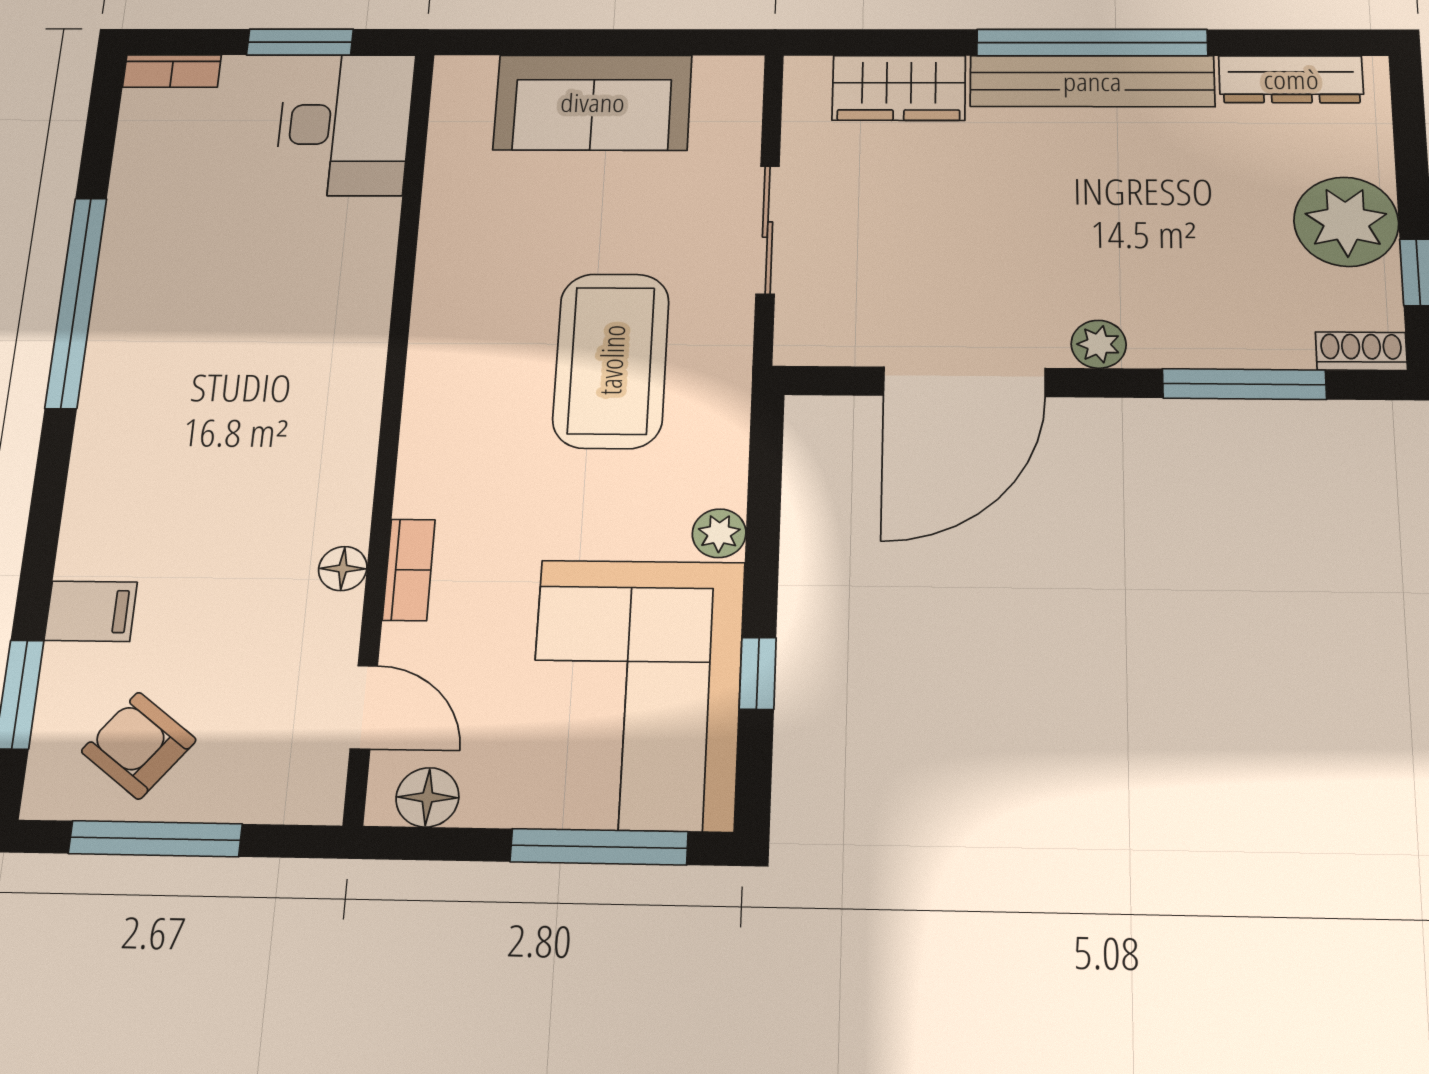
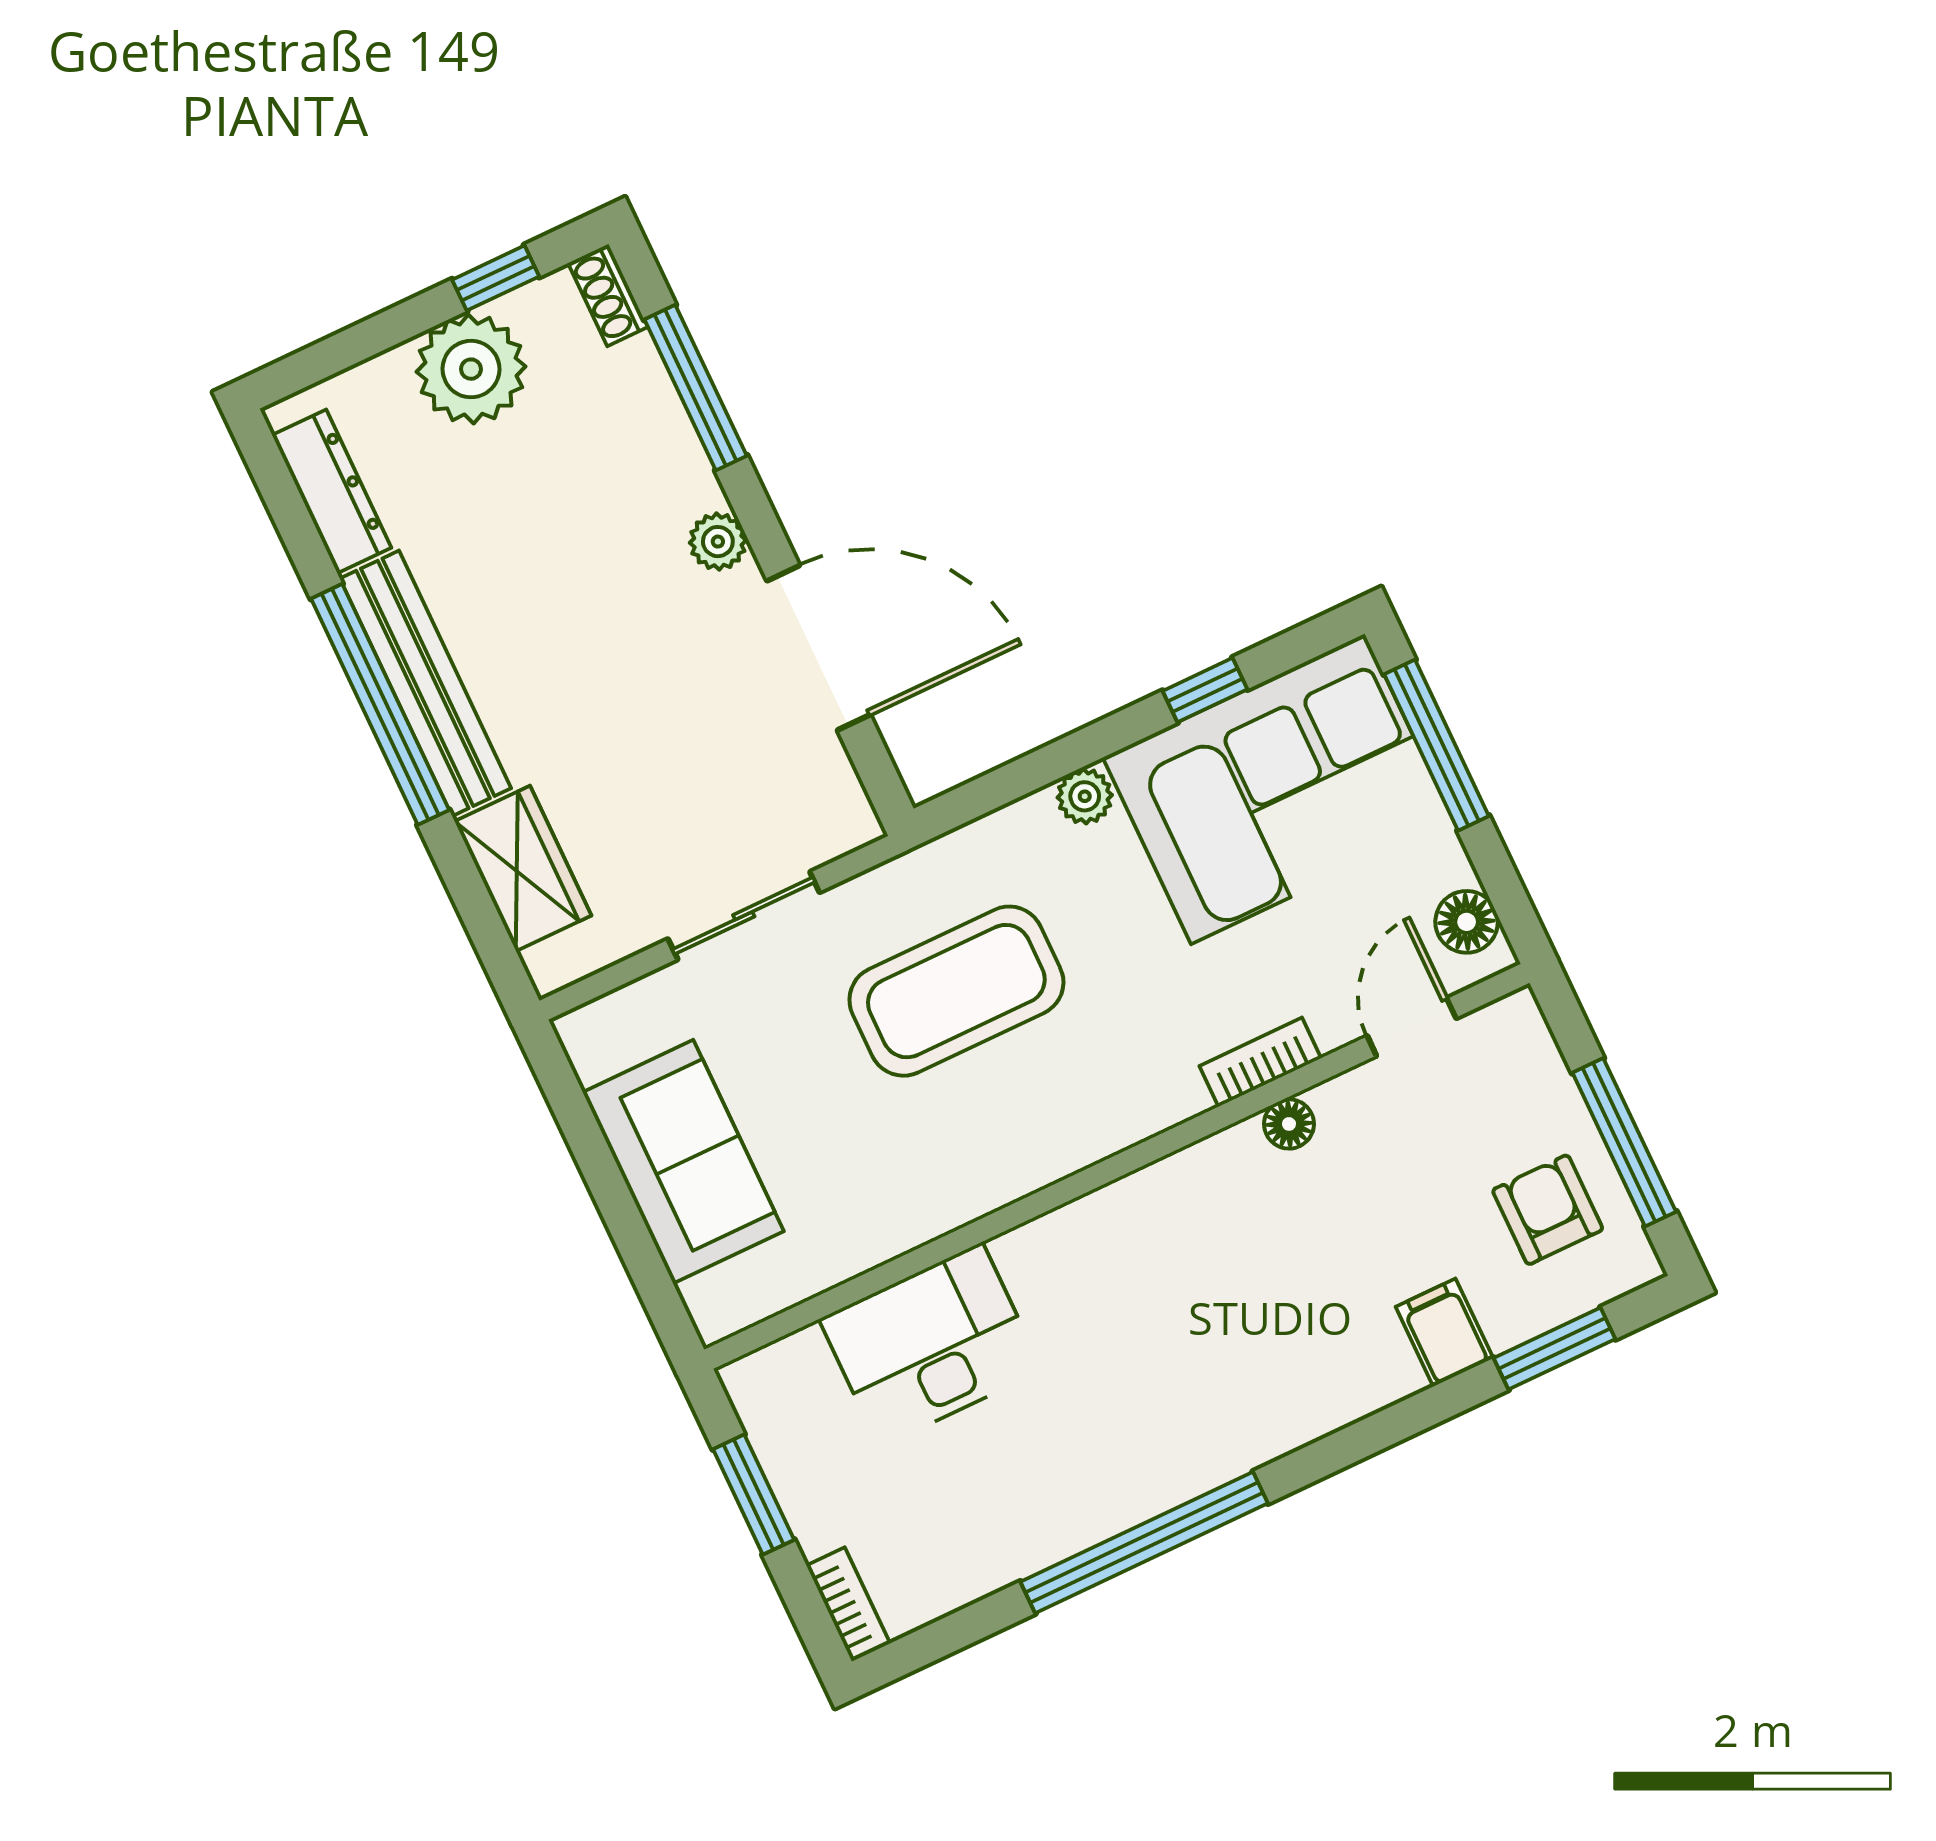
desk: (345, 125) -> (931, 1345), moved
armchair: (139, 746) -> (1548, 1210), turned 142

